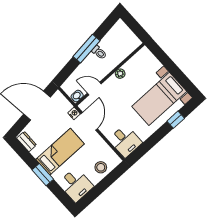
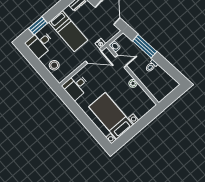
window: (86, 49) -> (145, 46), moved
door: (94, 89) -> (121, 61), hinge flipped
window: (176, 120) -> (93, 129), removed
window: (43, 175) -> (38, 26), moved

